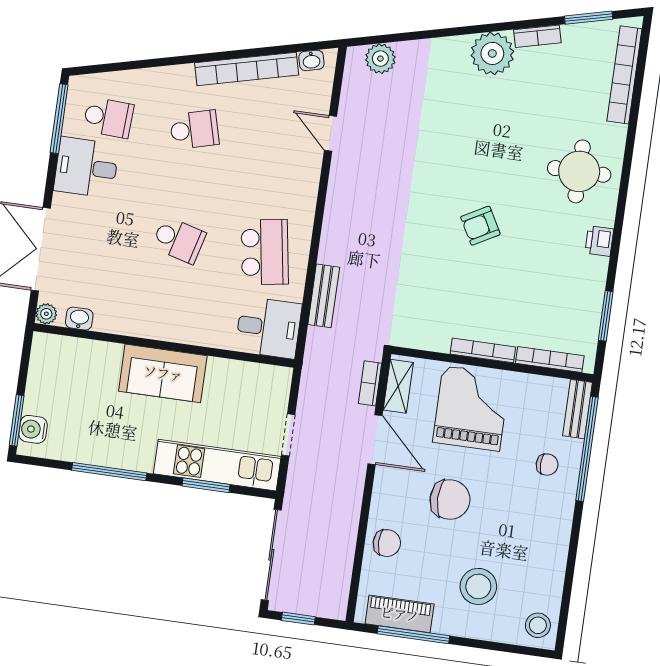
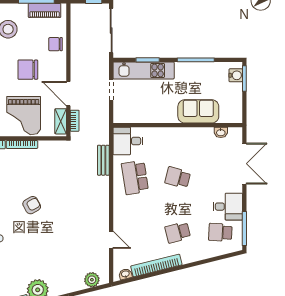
plant: (46, 314) -> (237, 132), removed
sofa: (163, 373) -> (198, 111), moved

